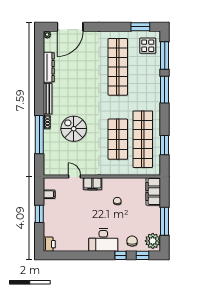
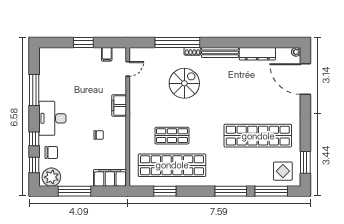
shop shelf: (118, 139) -> (172, 136), width x0.70, depth x0.74
door: (74, 177) -> (128, 69), moved
printer: (49, 244) -> (48, 54), removed
window: (79, 255) -> (34, 90), added

